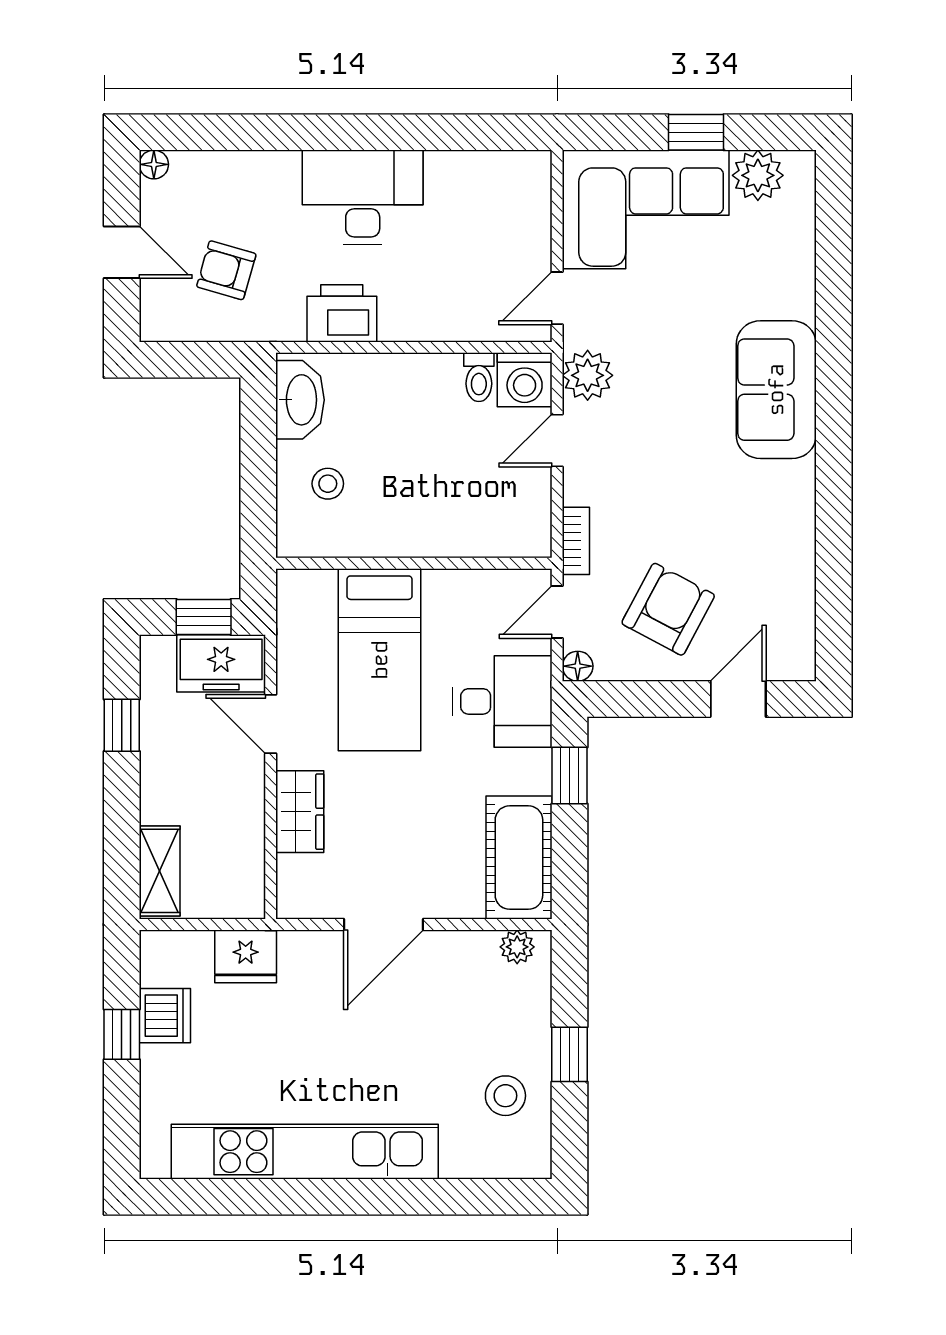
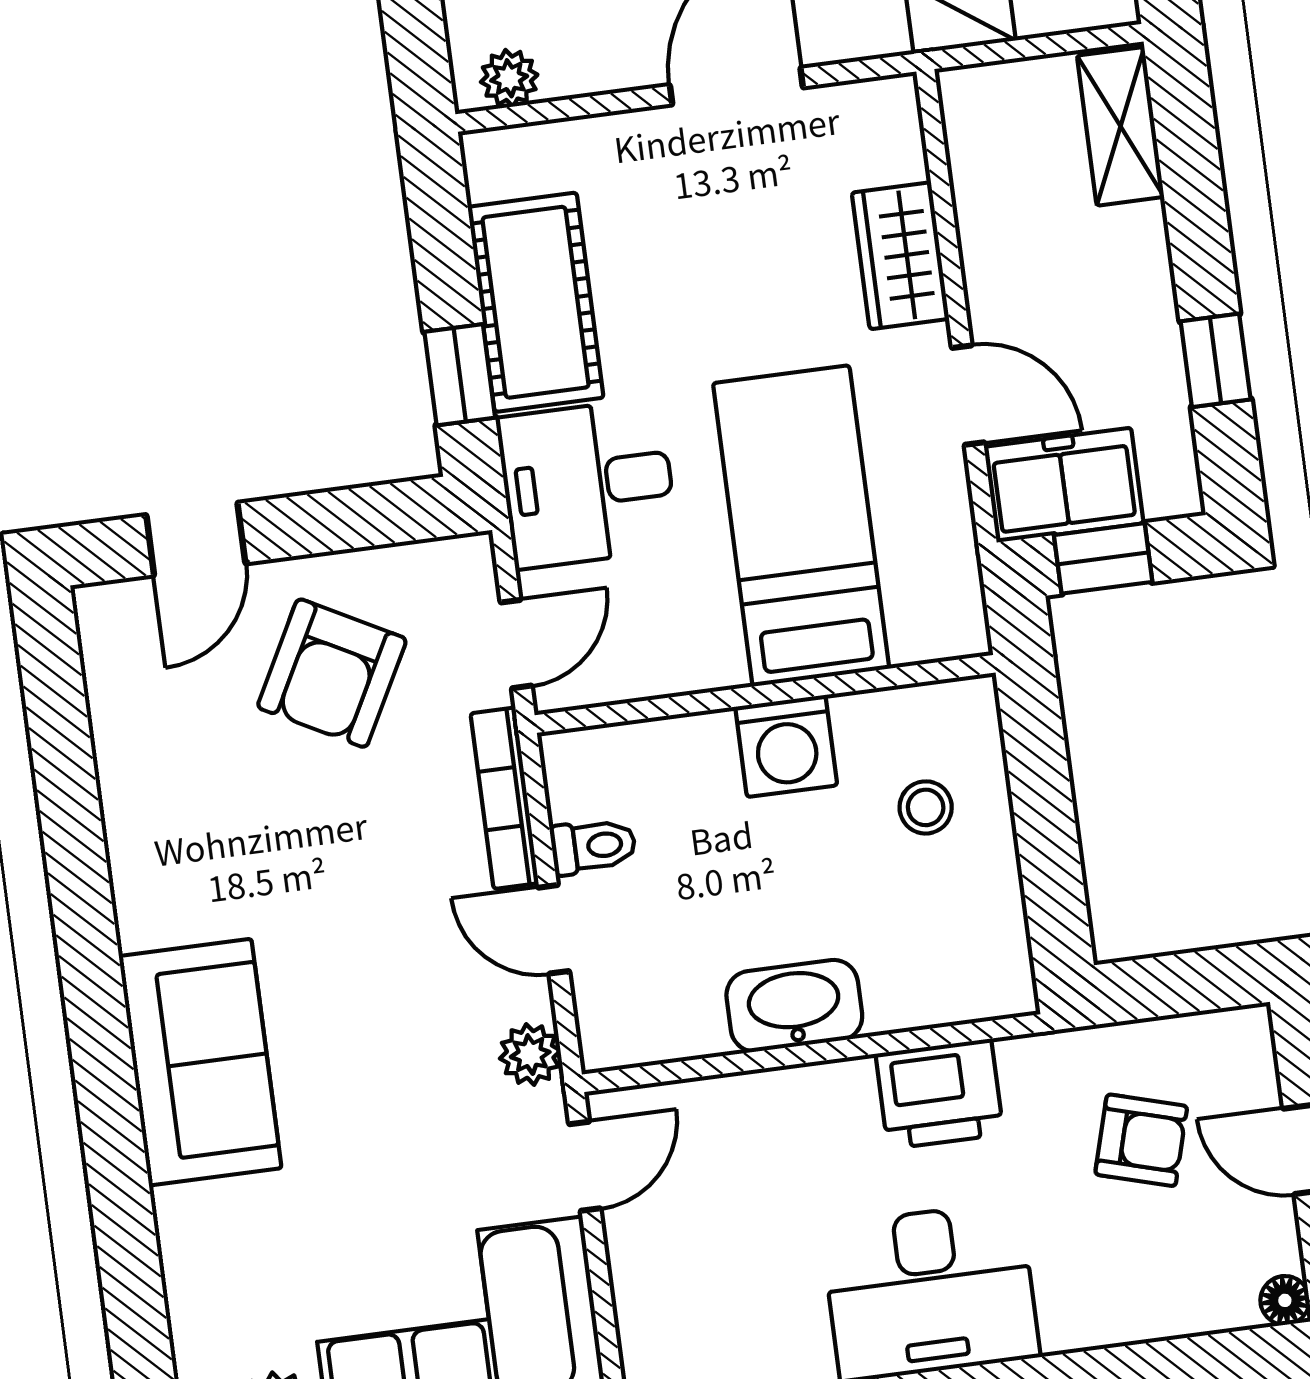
plant: (588, 375) -> (530, 1055), width x0.73, depth x0.73
toilet: (479, 377) -> (593, 846), moved, turned 90
washing machine: (525, 380) -> (786, 746), moved, turned 180
washbasin: (300, 400) -> (794, 1006), moved, turned 90
door: (557, 441) -> (554, 929), swing flipped
bookcase: (576, 541) -> (505, 798), width x1.56
floor lamp: (578, 666) -> (470, 558), removed
cot: (519, 858) -> (536, 302), moved

